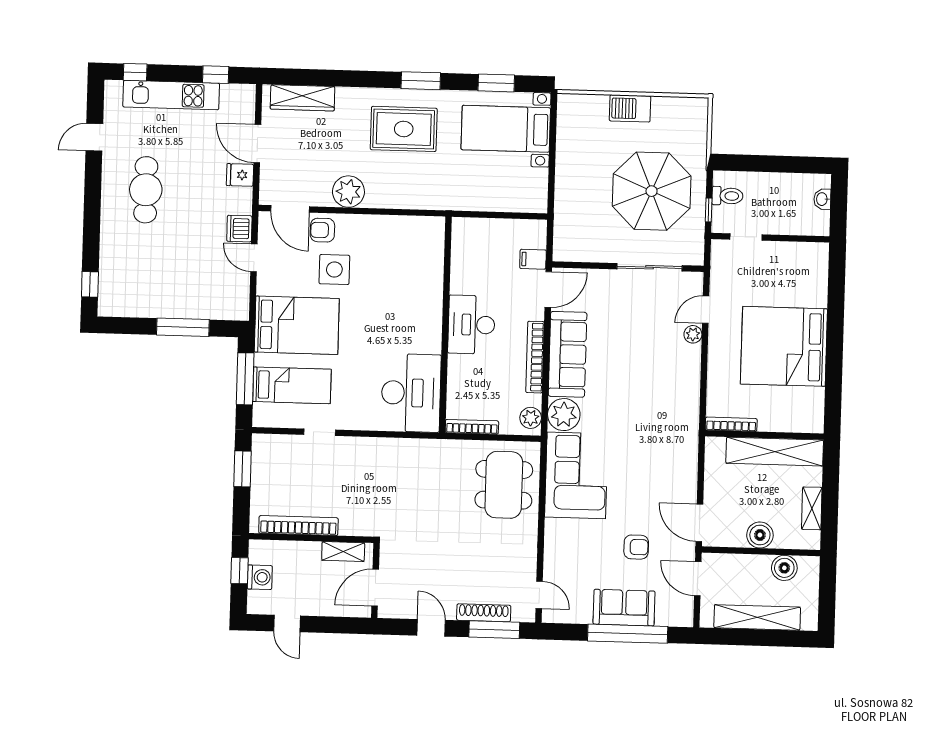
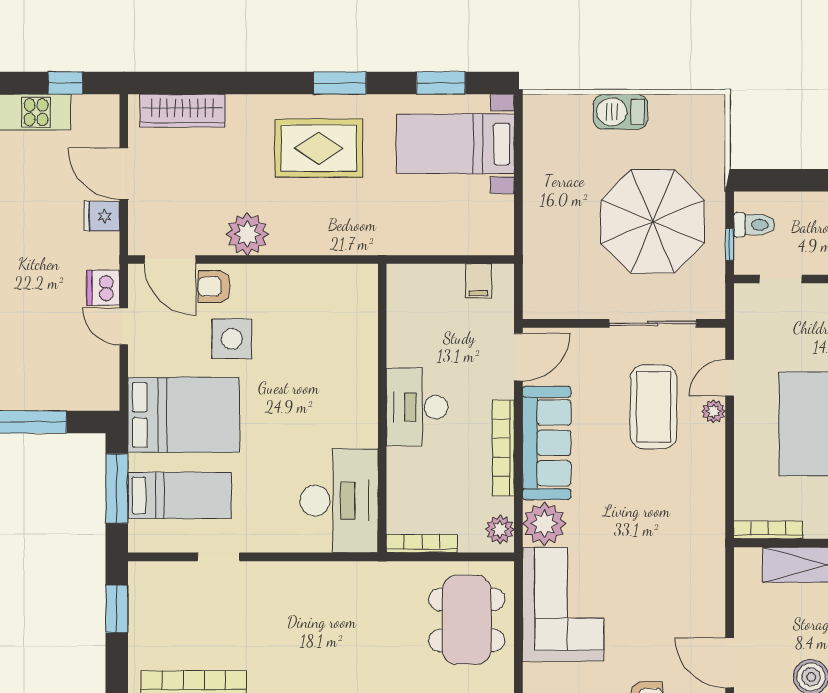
filing cabinet: (533, 259) -> (478, 281), moved, turned -90
coffee table: (648, 330) -> (654, 407), added

